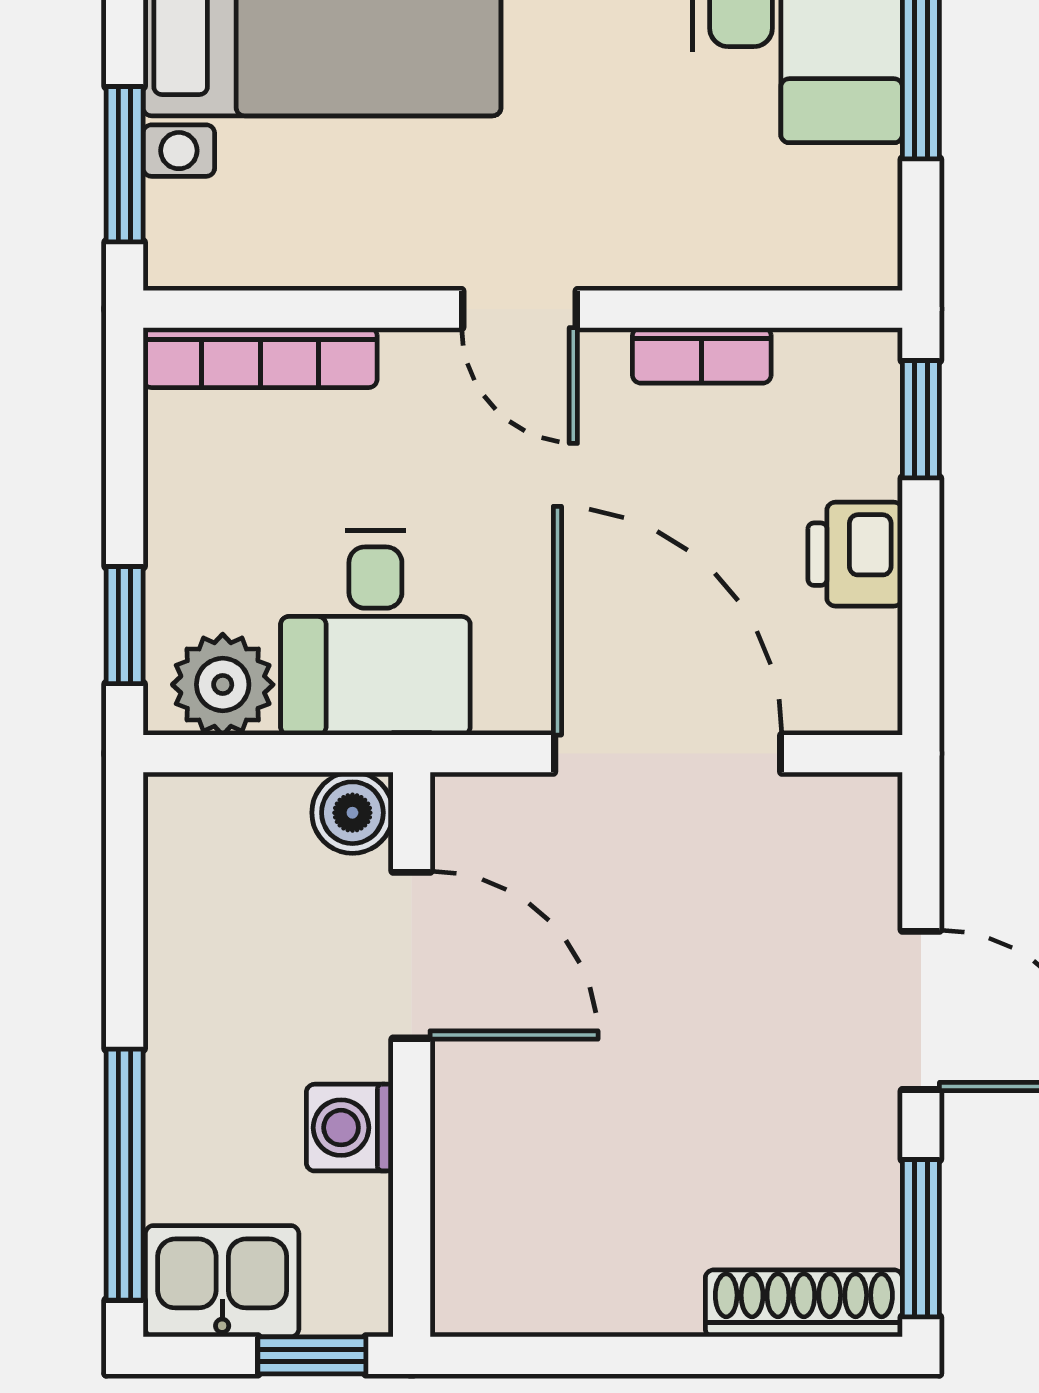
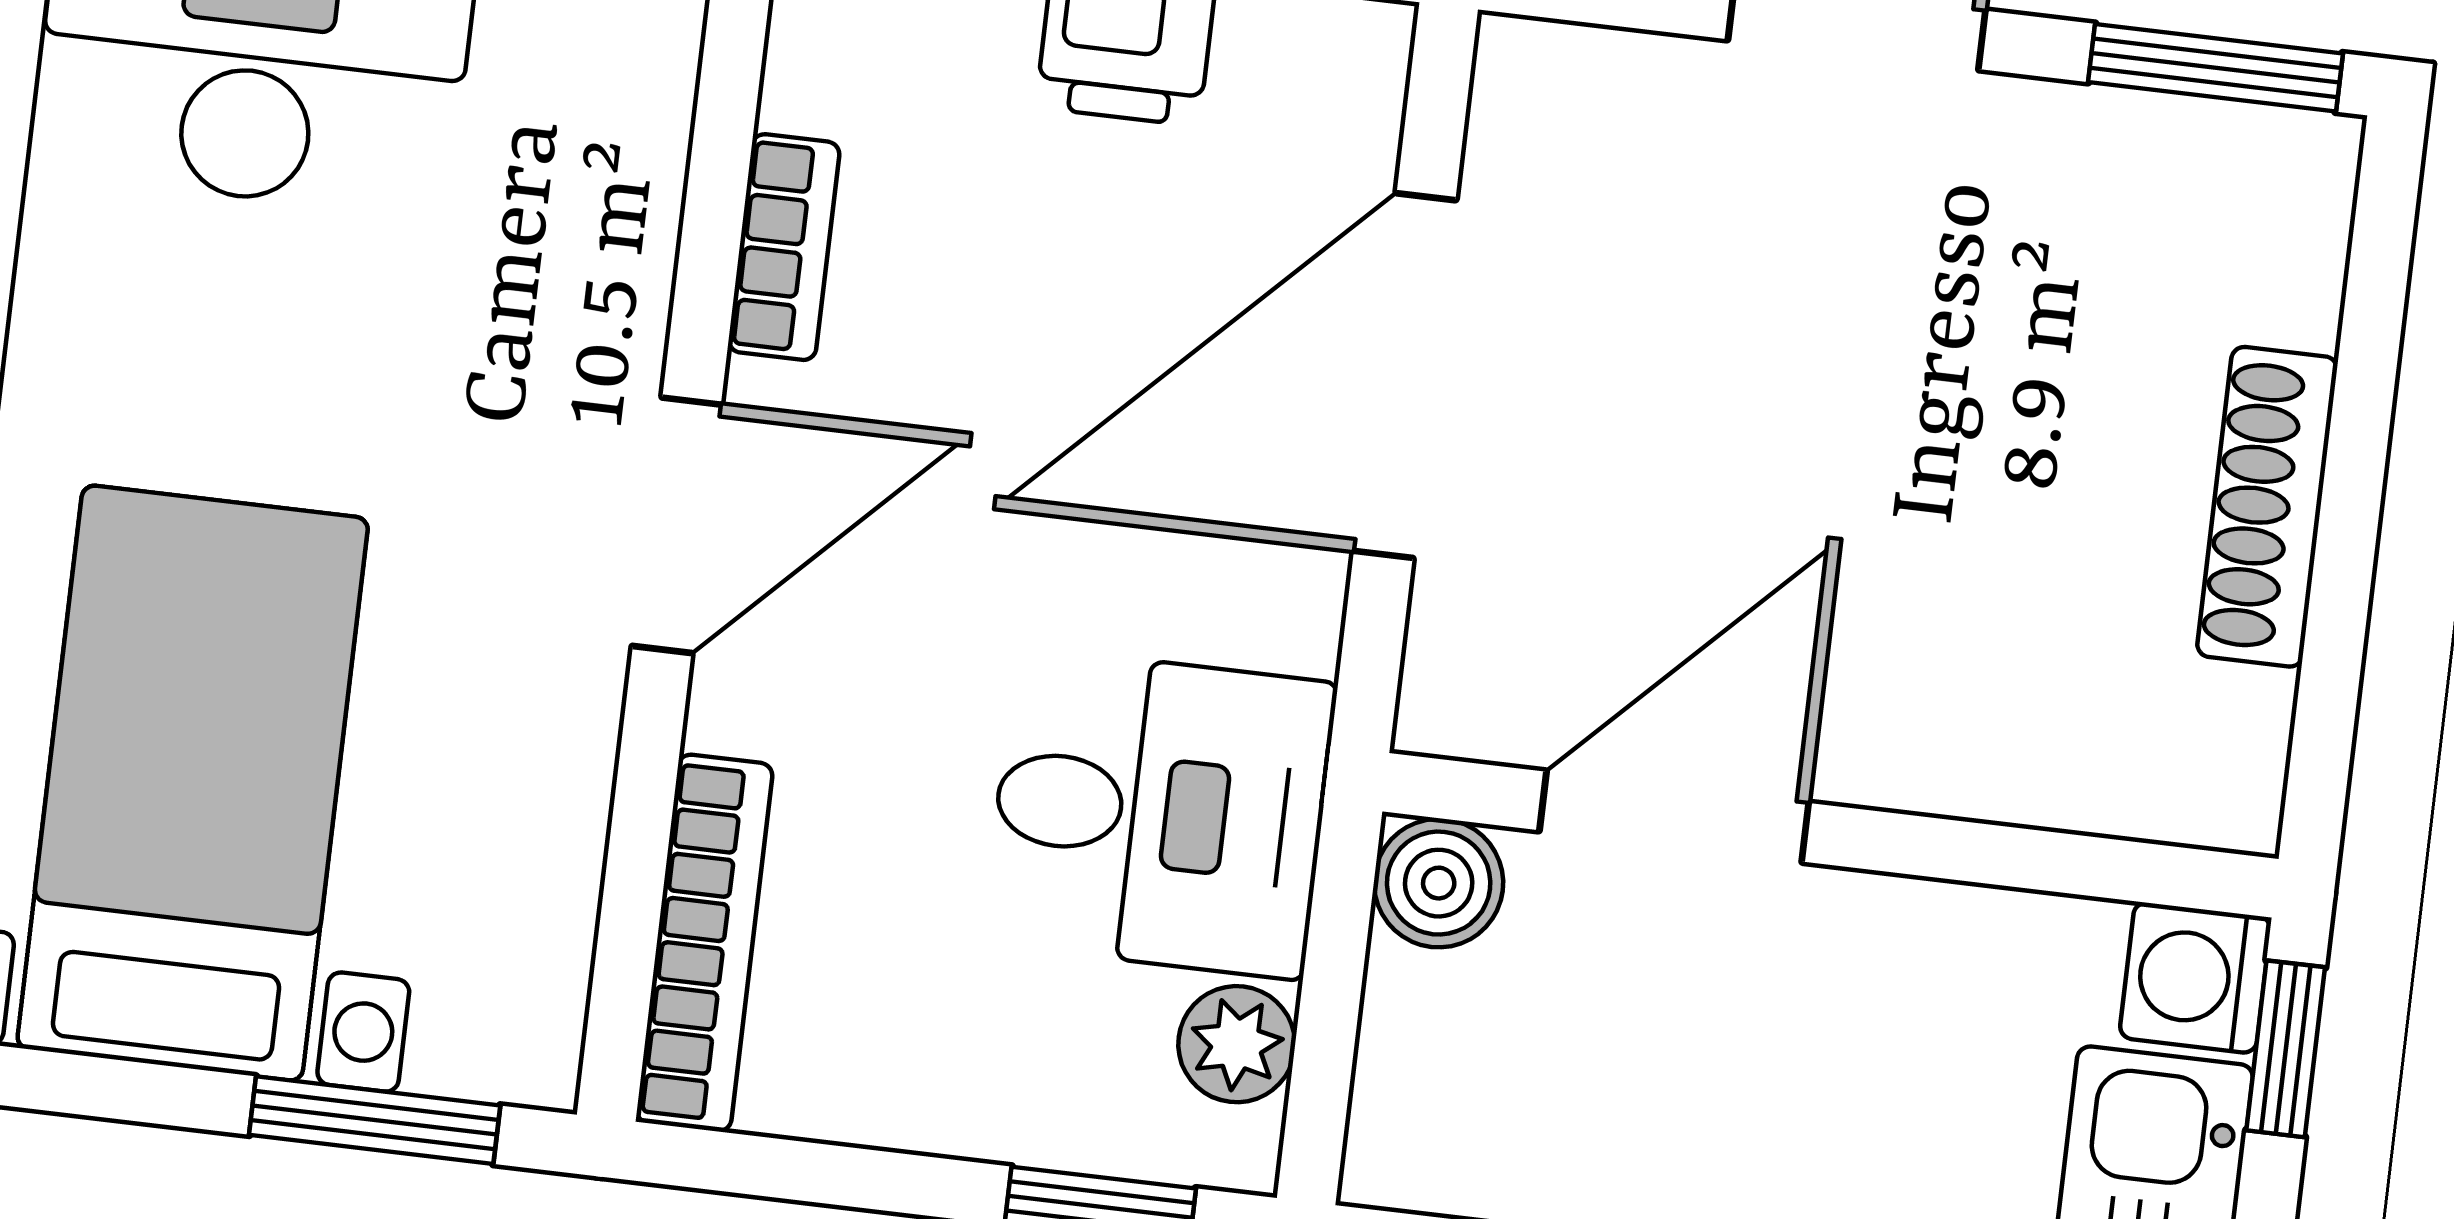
door: (520, 309) -> (677, 525), width x1.38
plant: (223, 685) -> (1237, 1044), width x0.73, depth x0.73
washing machine: (350, 1128) -> (2195, 978), moved, turned 90
shoe rack: (804, 1303) -> (2267, 507), moved

